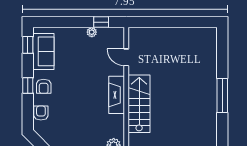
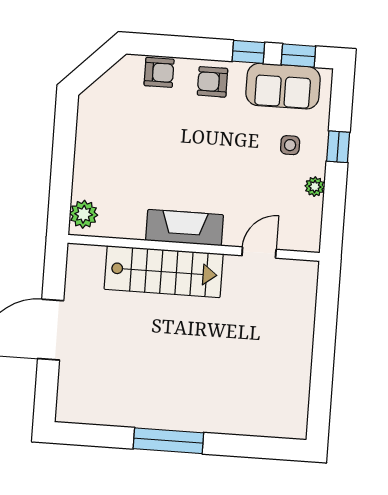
window: (101, 22) -> (338, 147), moved
side table: (72, 46) -> (290, 145), added
window: (28, 86) -> (248, 52), moved

